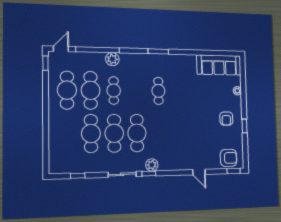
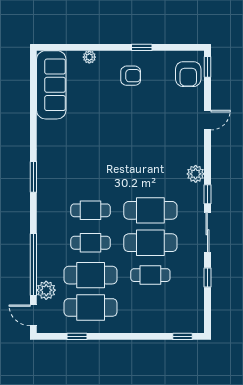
plant: (112, 59) -> (46, 290), moved
window: (45, 63) -> (77, 336), moved
cafe table: (158, 91) -> (91, 210), moved
cafe table: (91, 134) -> (150, 275), width x0.73, depth x0.74
window: (46, 158) -> (182, 336), added
armchair: (229, 158) -> (188, 74), turned 180
plant: (152, 165) -> (196, 174), moved
window: (78, 176) -> (207, 277), moved

